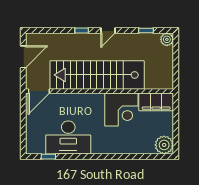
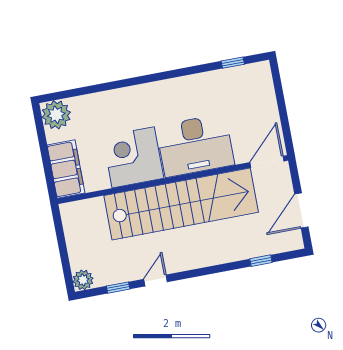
window: (82, 30) -> (261, 261), moved
door: (108, 30) -> (156, 281), moved
filing cabinet: (156, 102) -> (66, 169), moved, turned 90
desk: (68, 137) -> (195, 145), moved, turned 180

